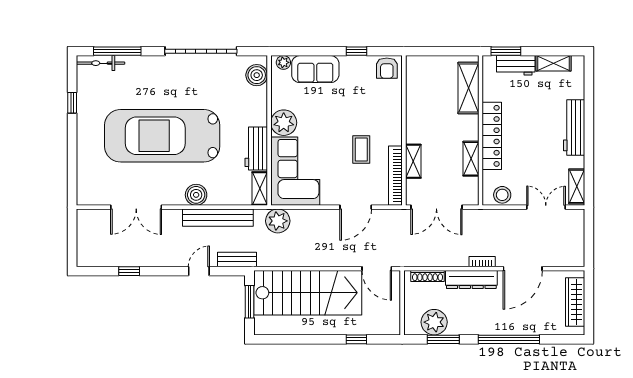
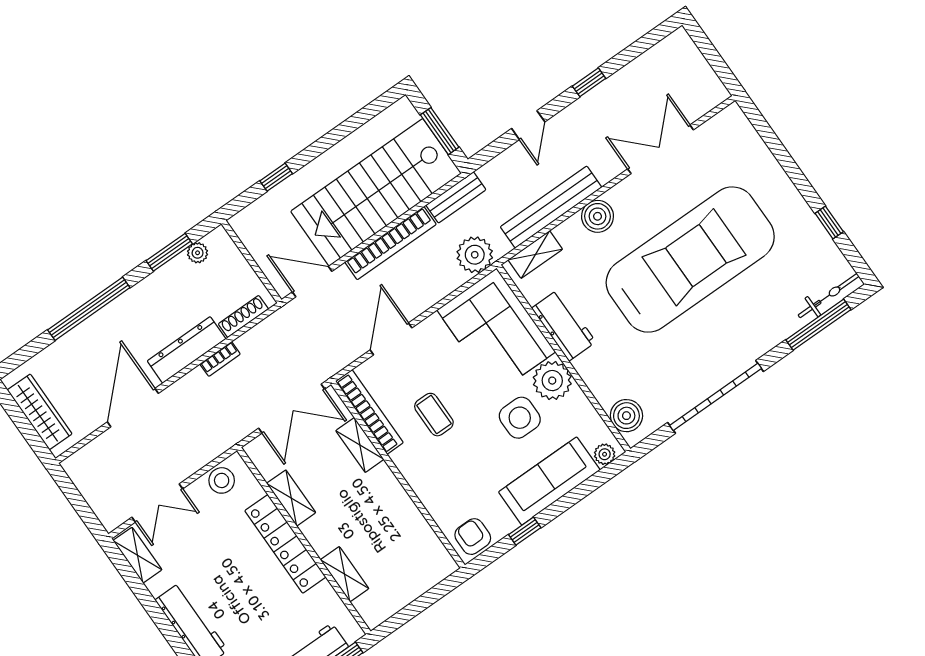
sofa: (315, 69) -> (549, 481), width x1.36
shelving: (468, 88) -> (345, 574), width x0.67, depth x0.75
side table: (316, 115) -> (520, 418), added
shelving: (260, 189) -> (535, 255), moved, turned 90
double door: (436, 207) -> (292, 409), swing flipped
bench: (237, 259) -> (456, 197), moved
bookcase: (319, 260) -> (391, 243), added
bookcase: (482, 262) -> (220, 359), moved
window: (129, 271) -> (589, 82), moved
plant: (434, 322) -> (198, 253), width x0.53, depth x0.53

